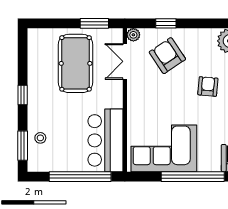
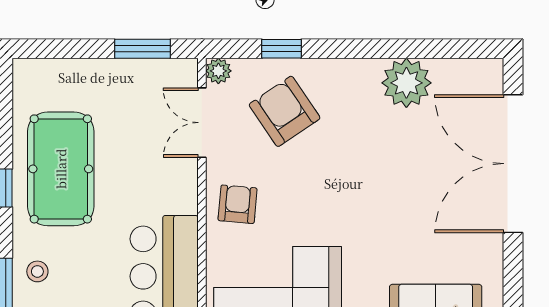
pool table: (76, 63) -> (61, 169), moved
armchair: (208, 86) -> (238, 204), moved

